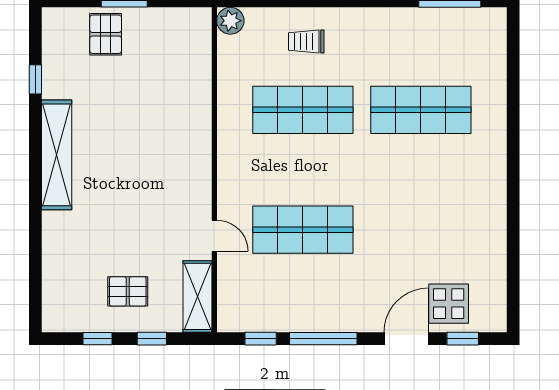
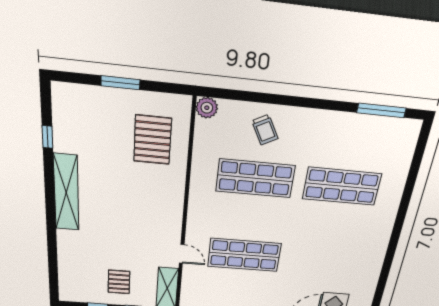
pallet: (106, 34) -> (153, 140), moved, width x1.50, depth x1.42
trolley: (306, 42) -> (265, 130), turned -118
pallet: (128, 291) -> (119, 282), turned 90

